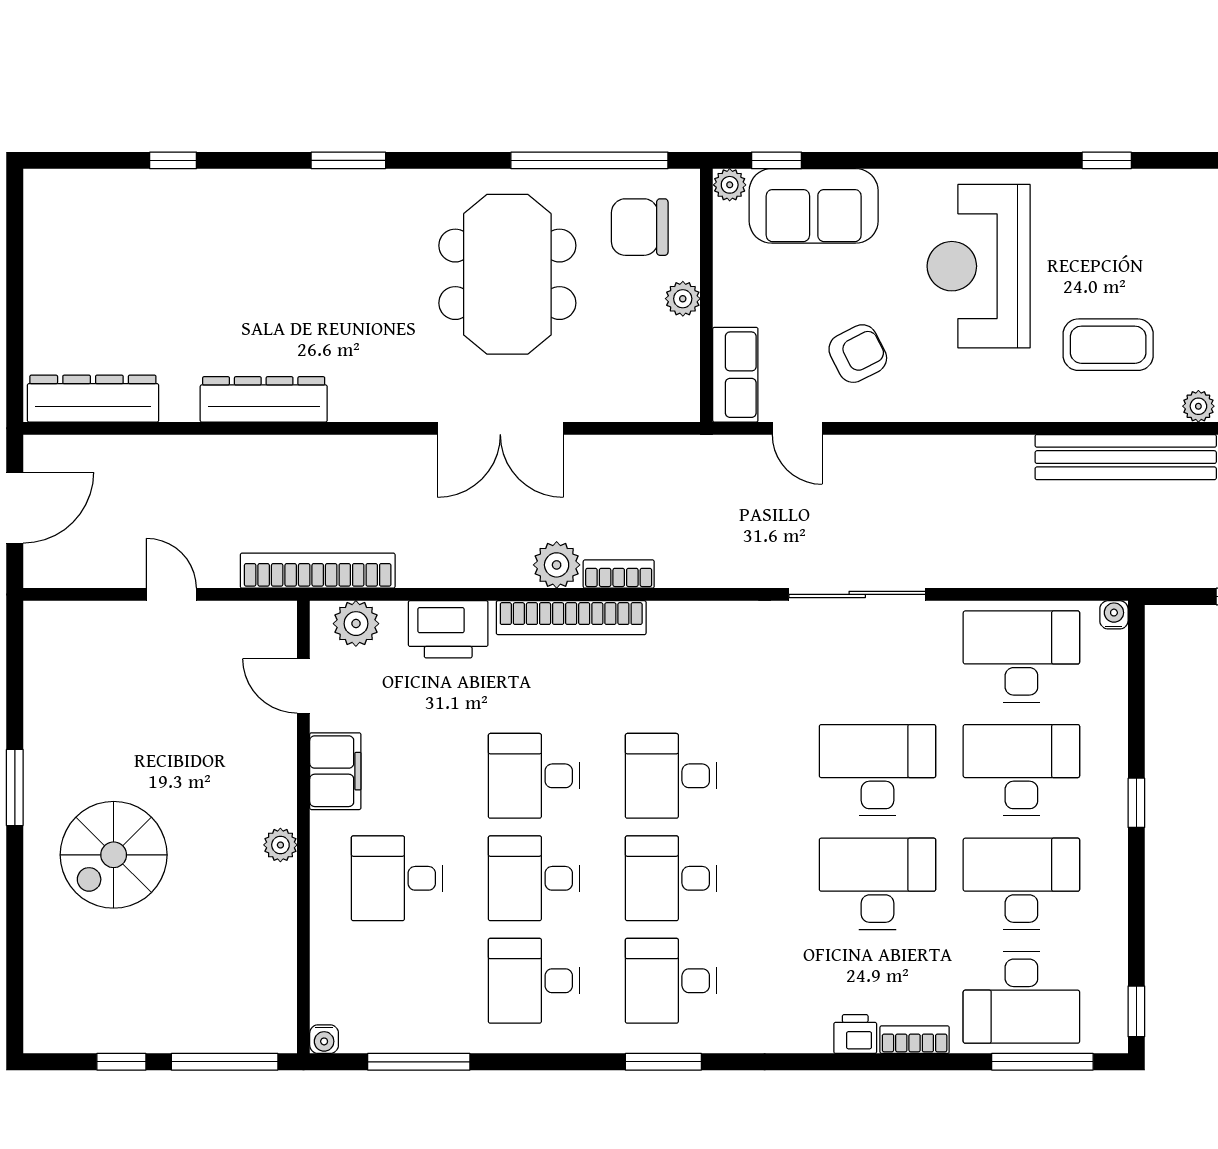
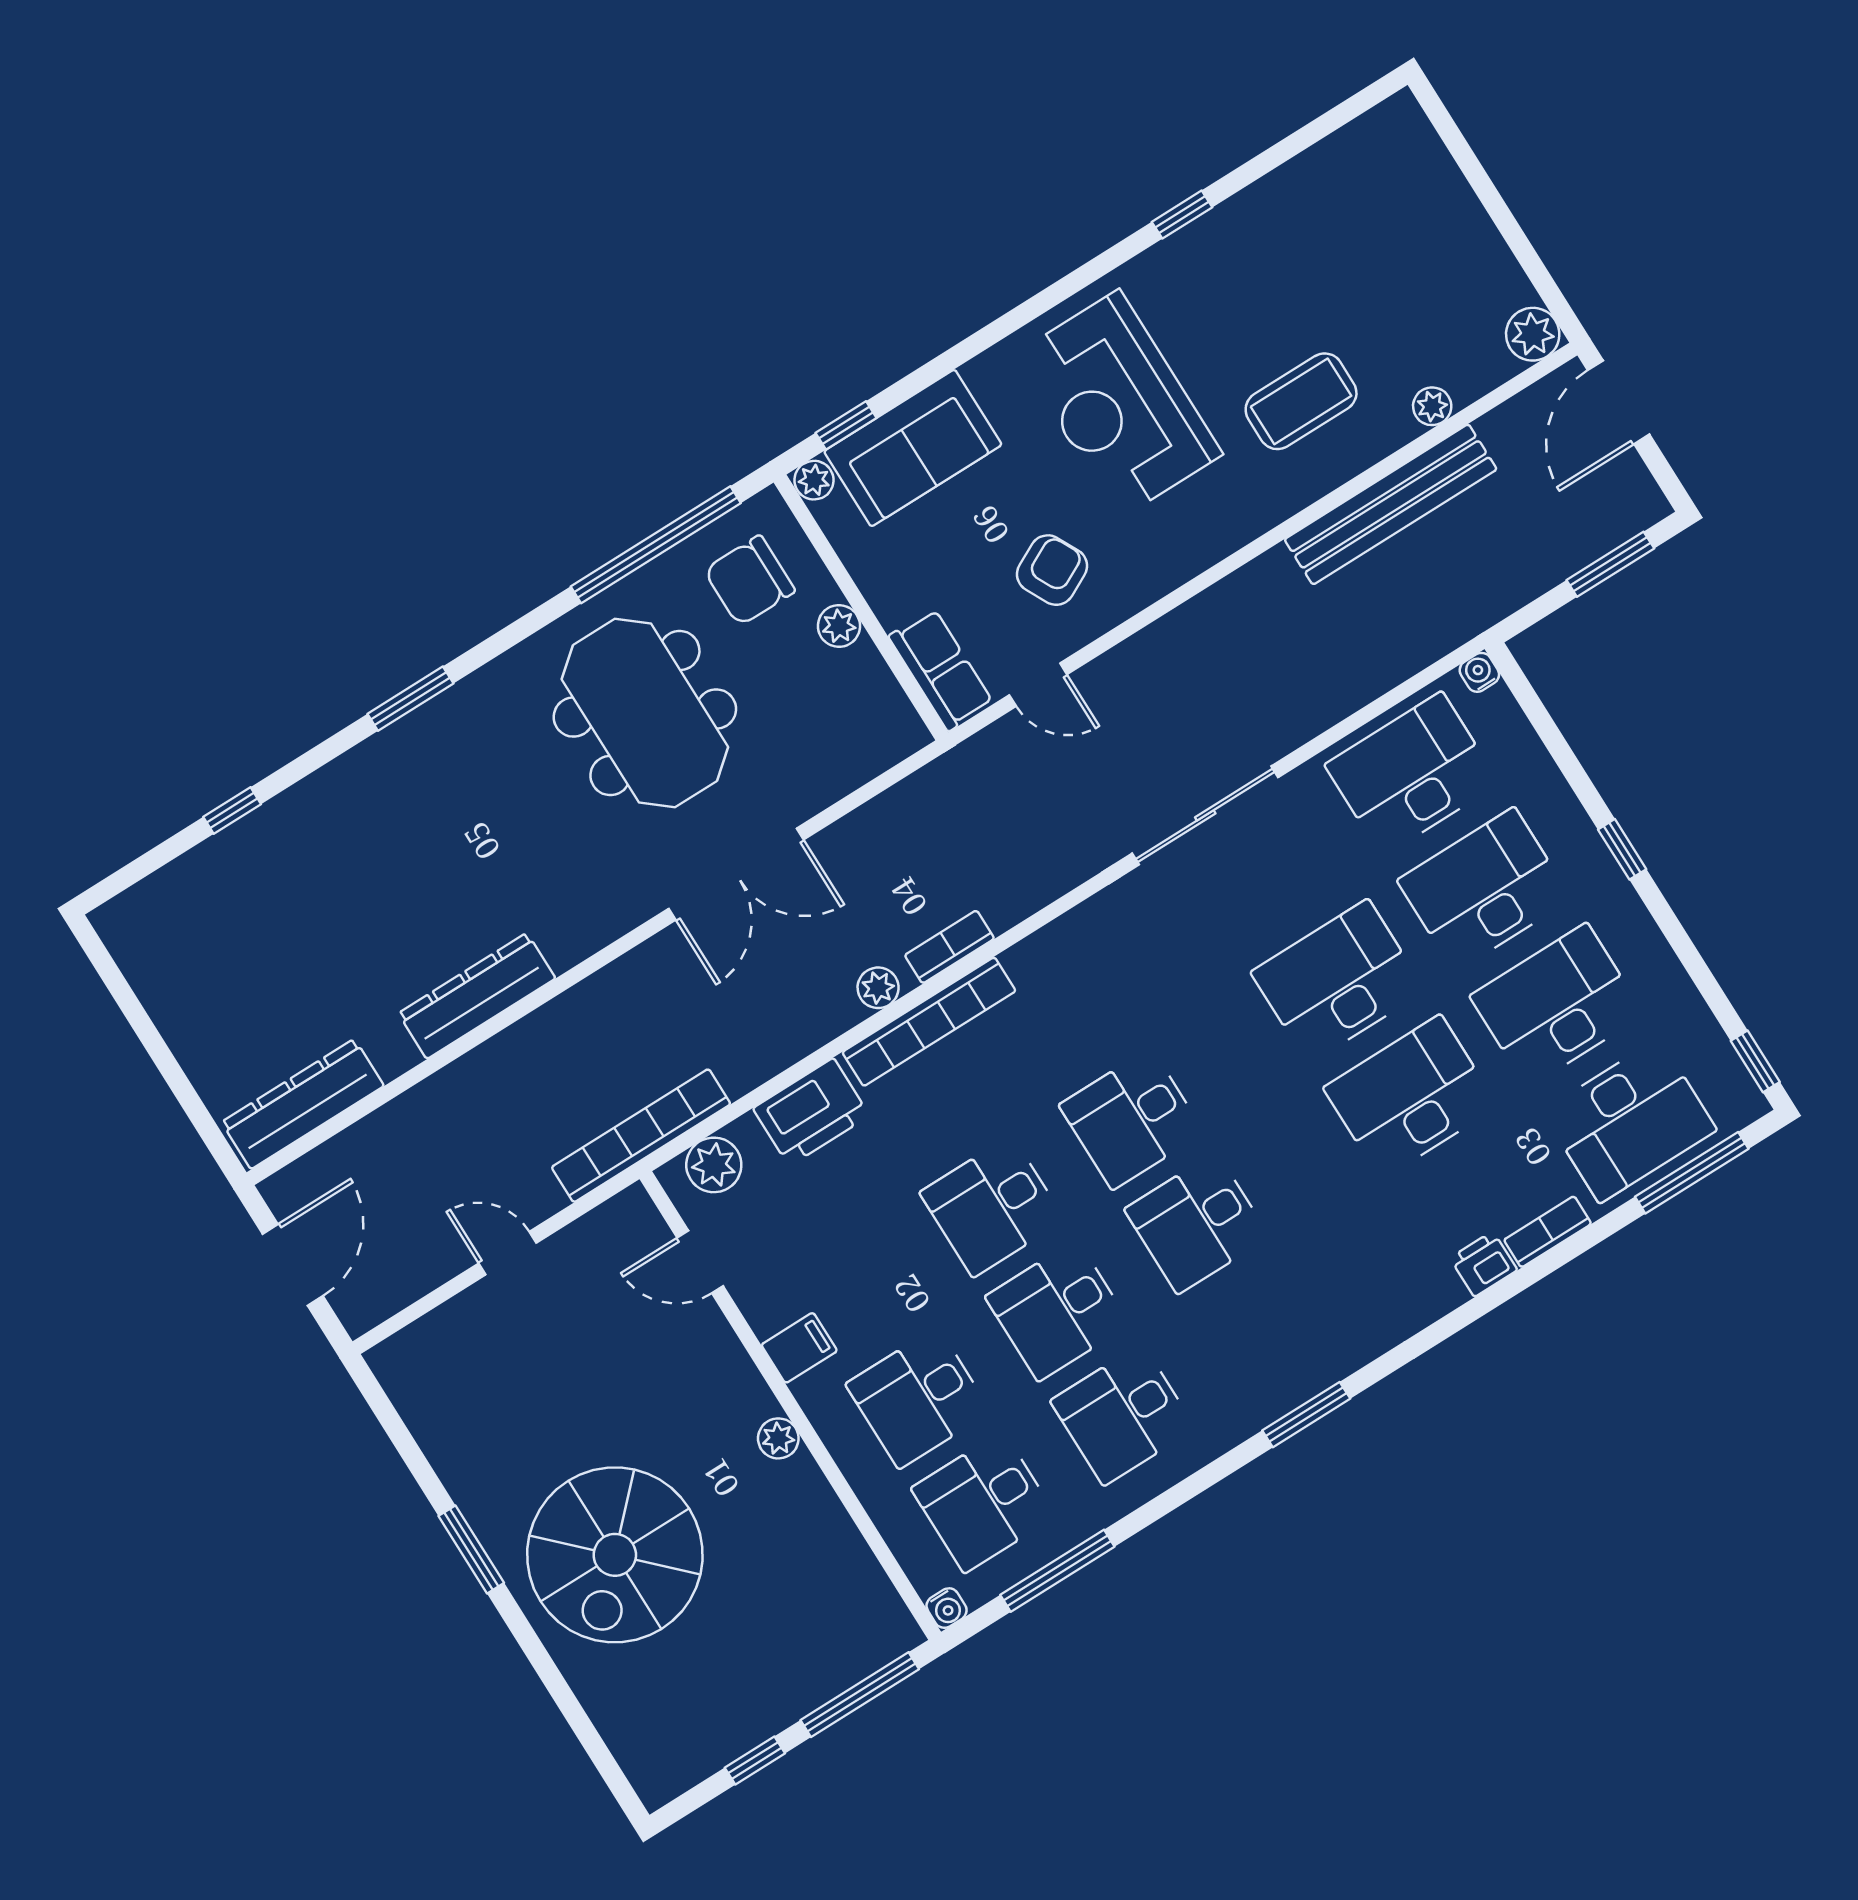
plant: (557, 565) -> (878, 988), width x0.73, depth x0.73
filing cabinet: (335, 771) -> (799, 1348), width x0.50
spiral stairs: (114, 855) -> (615, 1555), width x1.37, depth x1.37
desk: (671, 981) -> (984, 1502), moved

